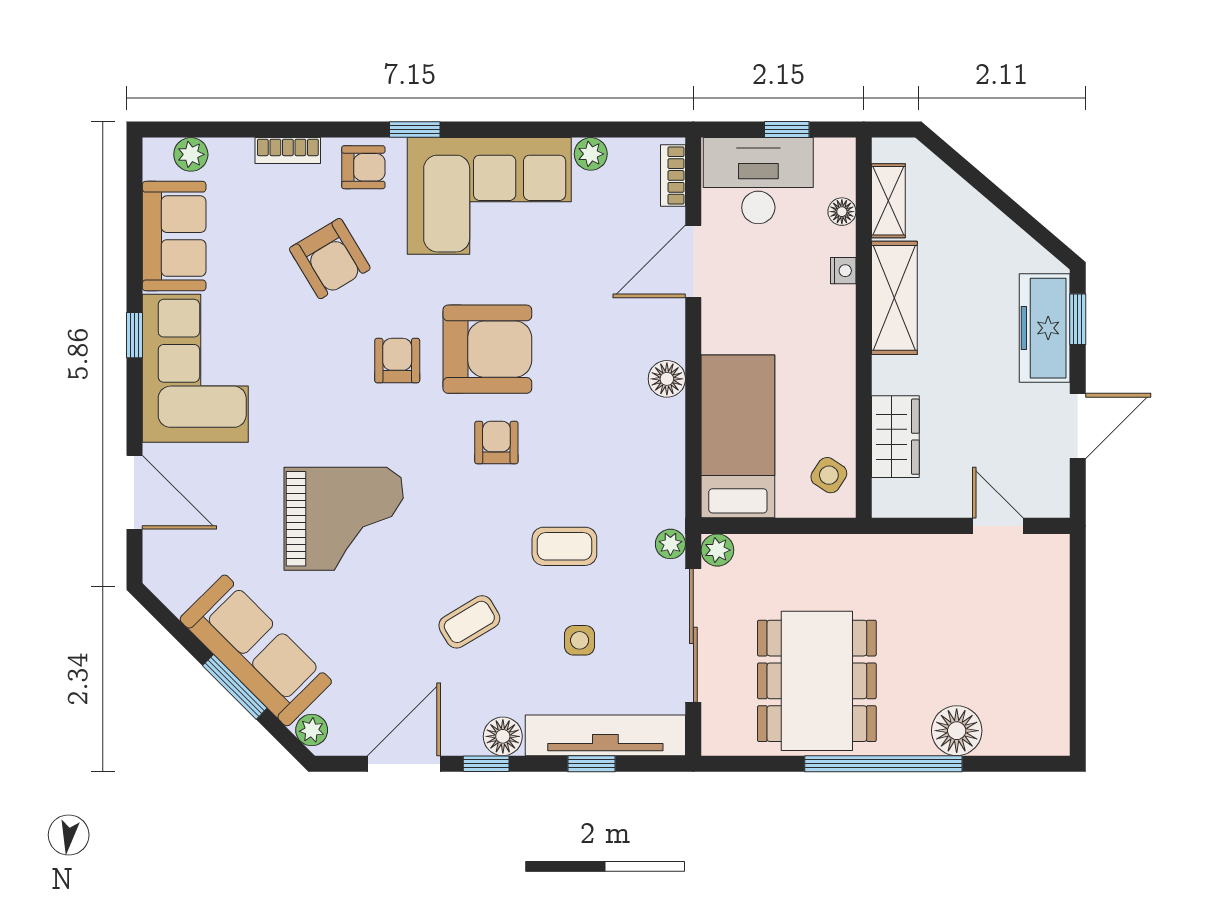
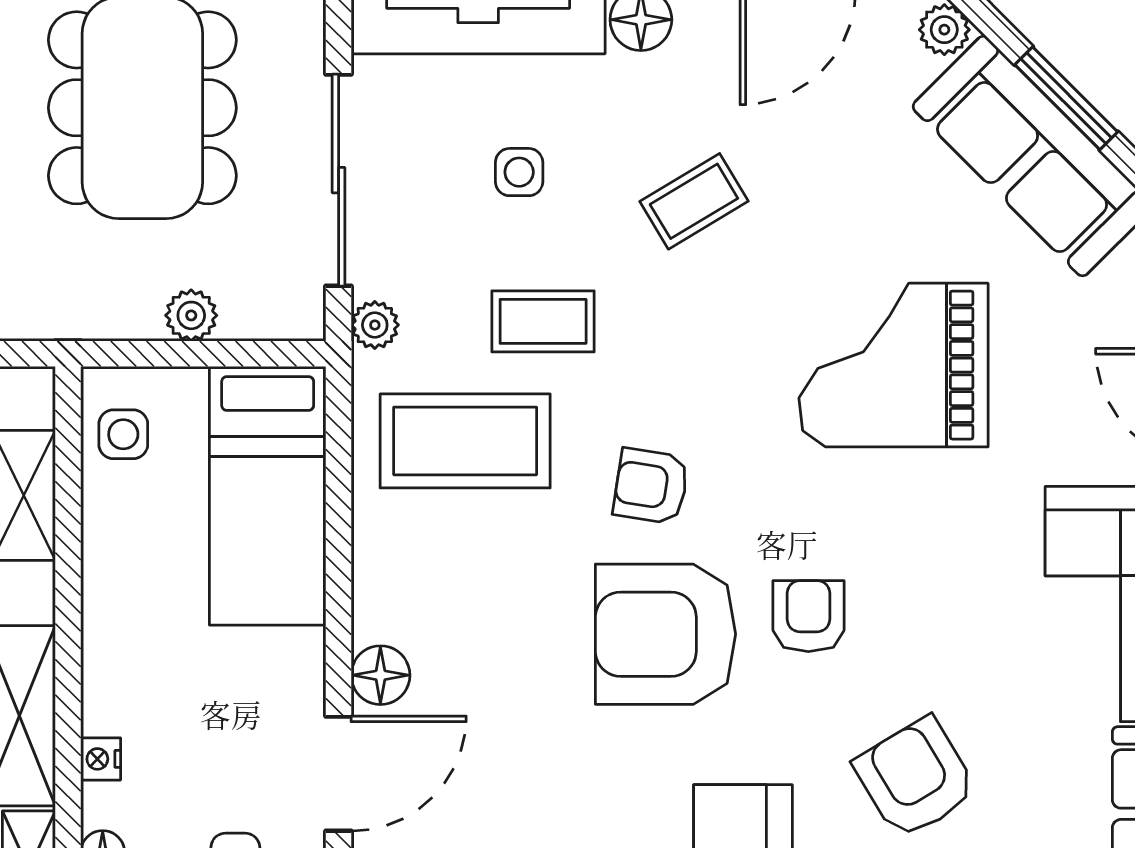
armchair: (397, 361) -> (808, 616), turned 180
floor lamp: (667, 379) -> (380, 675), moved
armchair: (496, 443) -> (651, 486), turned 99
coffee table: (614, 471) -> (465, 441), added
side table: (829, 475) -> (123, 434), turned -33
plant: (717, 550) -> (191, 315), moved

